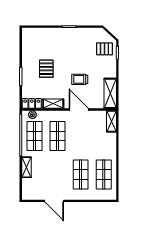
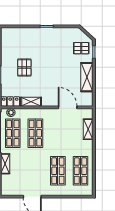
trolley: (80, 79) -> (57, 78), removed
shelving: (110, 93) -> (87, 77), moved
door: (79, 110) -> (68, 107), moved
shelving: (111, 121) -> (88, 129), moved

